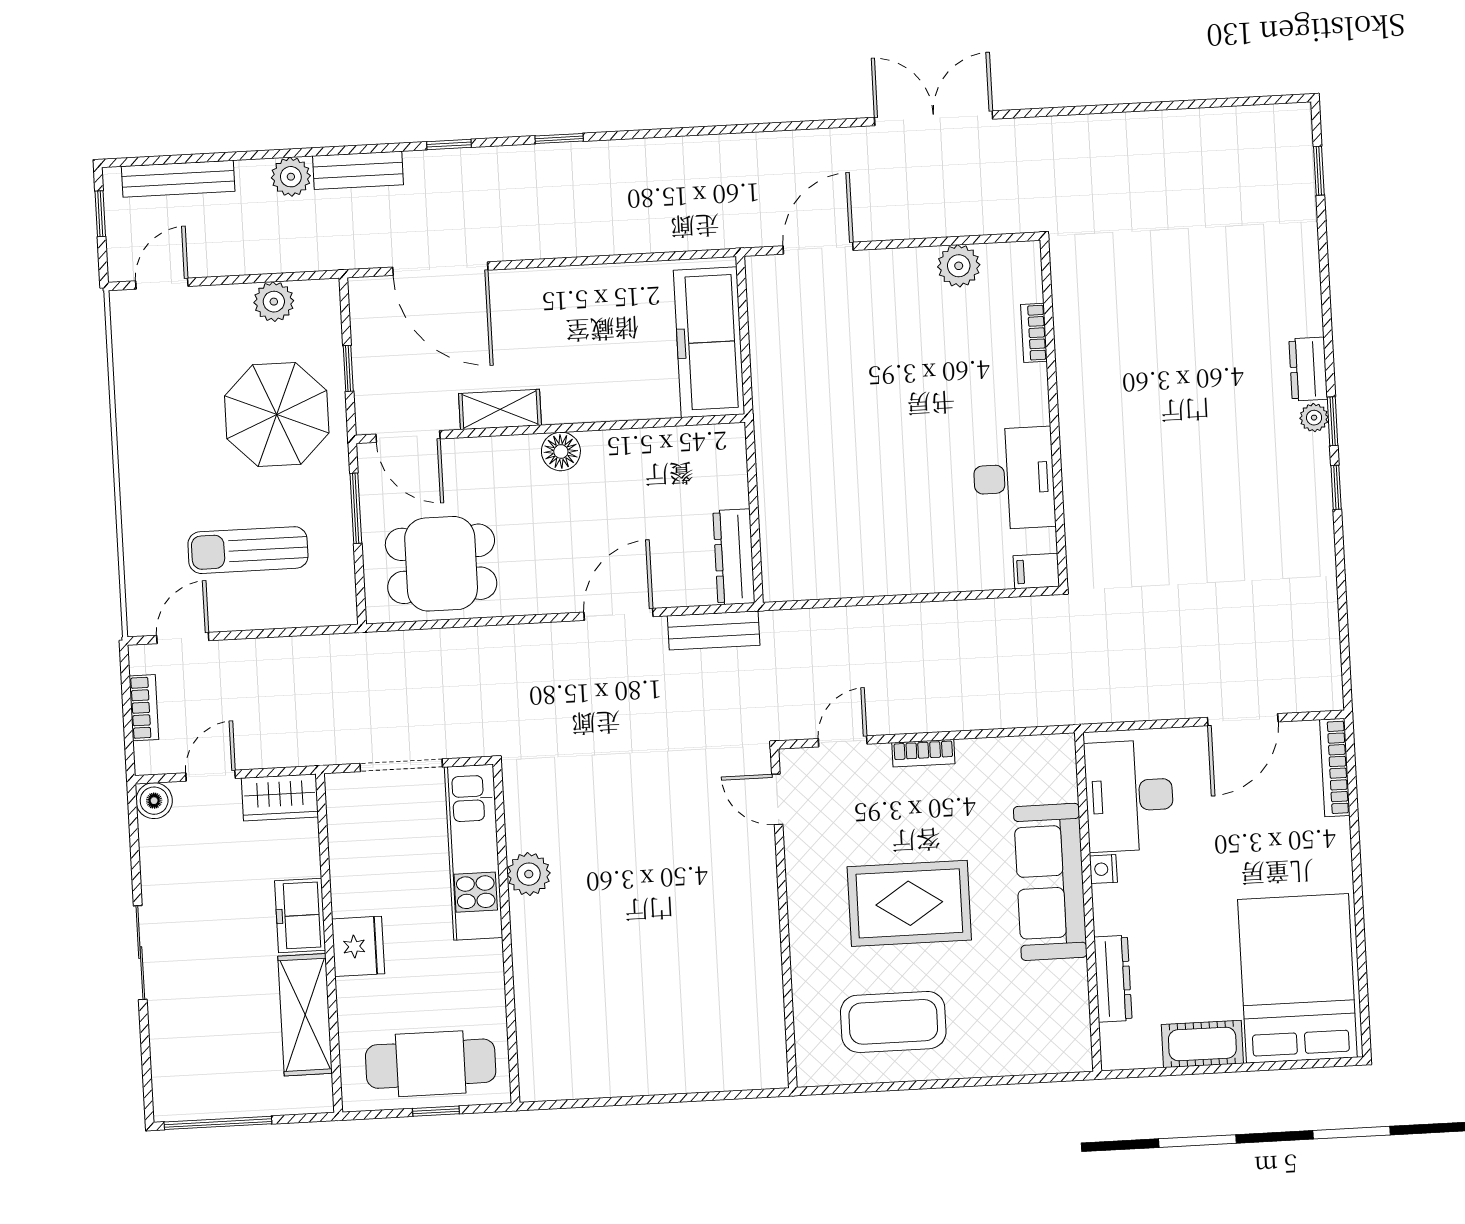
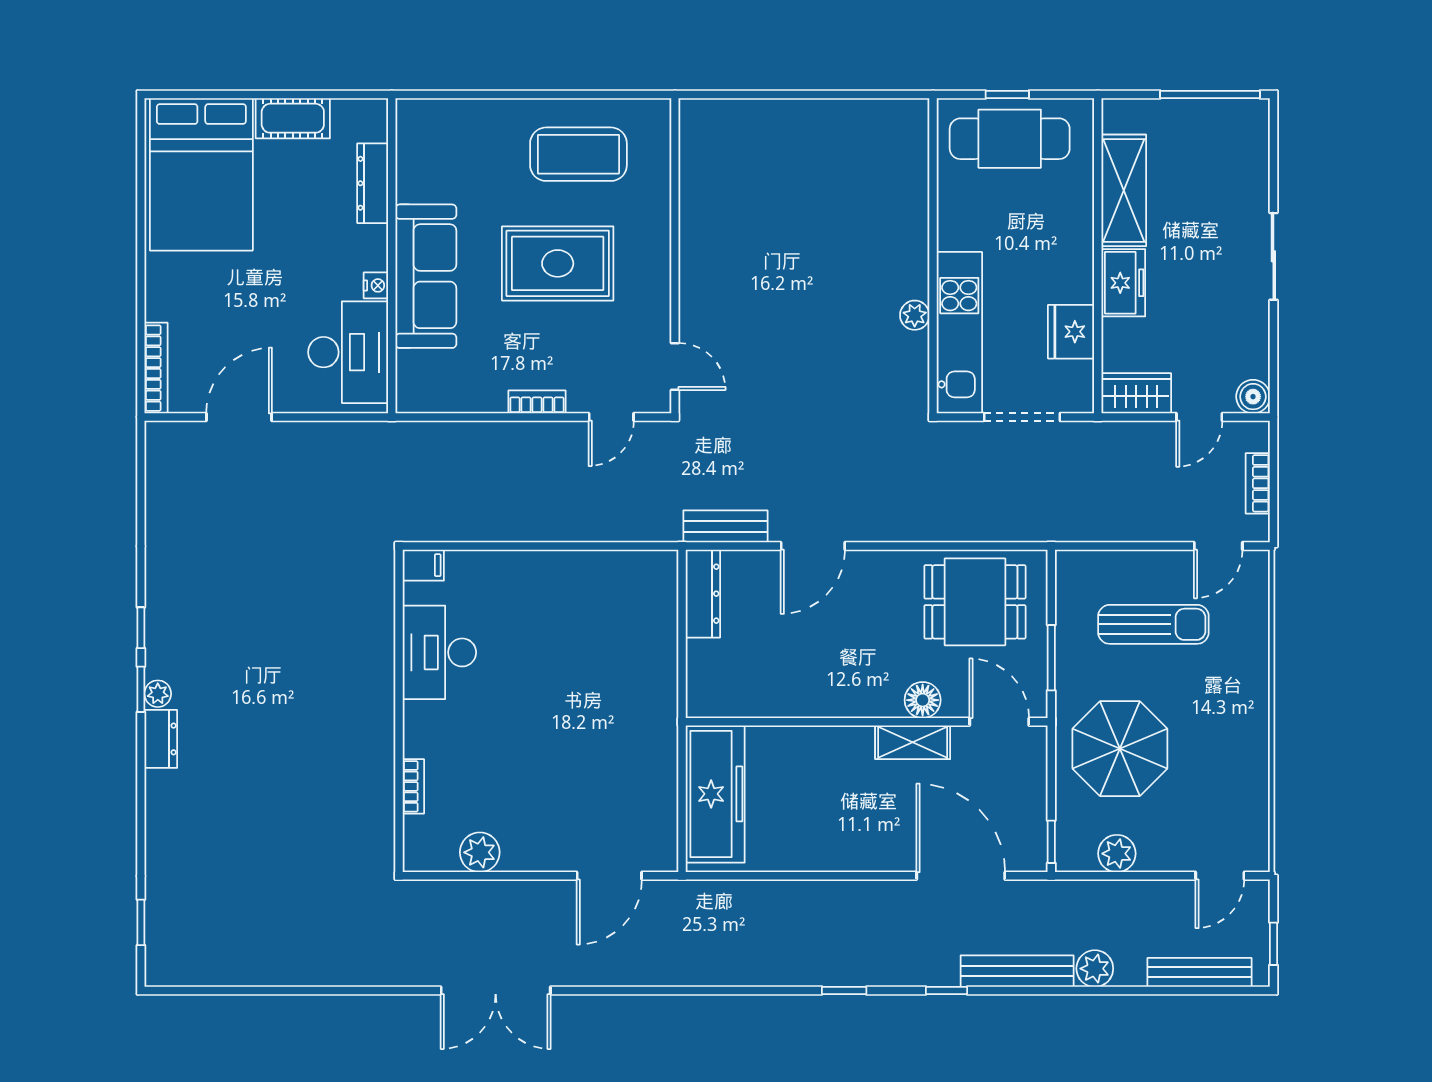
bench: (358, 170) -> (1017, 971), width x1.36
window: (348, 368) -> (1051, 842), moved
floor lamp: (561, 451) -> (923, 700), moved
plant: (529, 874) -> (915, 315), width x0.73, depth x0.73
fridge: (358, 946) -> (1071, 332), moved

